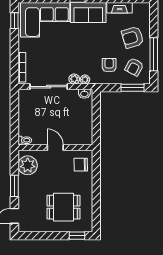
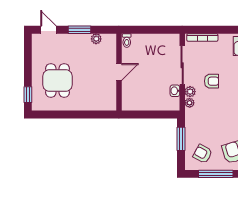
armchair: (109, 65) -> (211, 81), moved
window: (133, 88) -> (181, 139), moved
washbasin: (84, 94) -> (175, 91), moved
plant: (28, 165) -> (96, 39), width x0.53, depth x0.53
chair: (81, 165) -> (101, 99), removed

